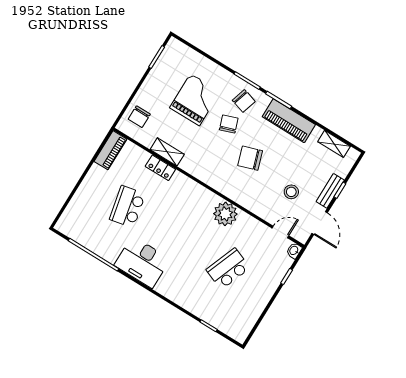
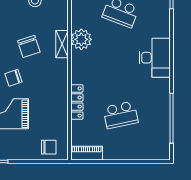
shelving: (167, 152) -> (62, 44), moved
locker: (160, 168) -> (77, 102), width x1.53
desk: (142, 262) -> (155, 58), moved

